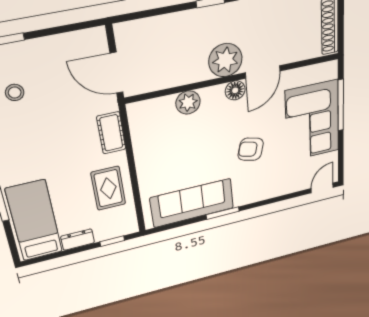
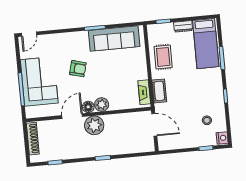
plant: (188, 102) -> (102, 104), moved
fireplace: (138, 127) -> (144, 92), added

